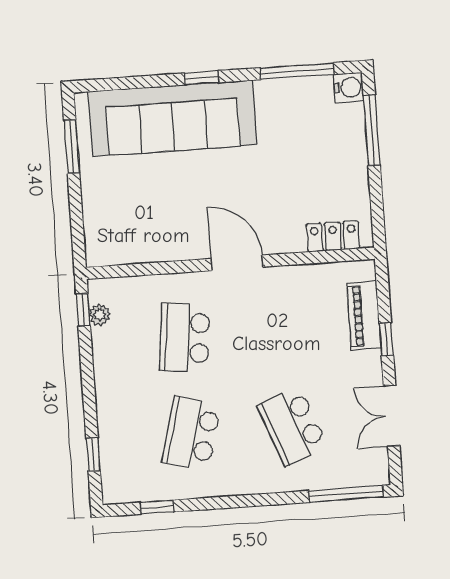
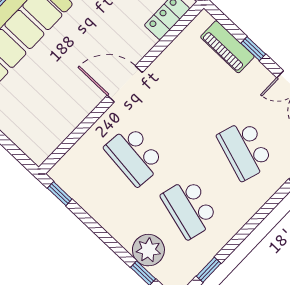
plant: (100, 315) -> (148, 250), moved, width x1.88, depth x1.88
school desk: (293, 426) -> (245, 150), turned 39

